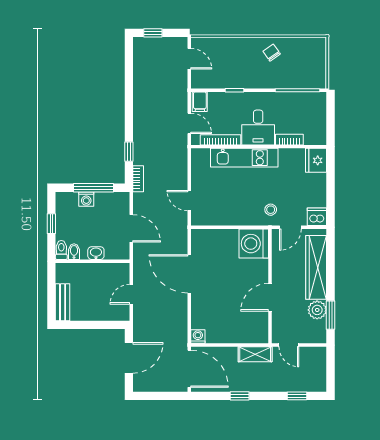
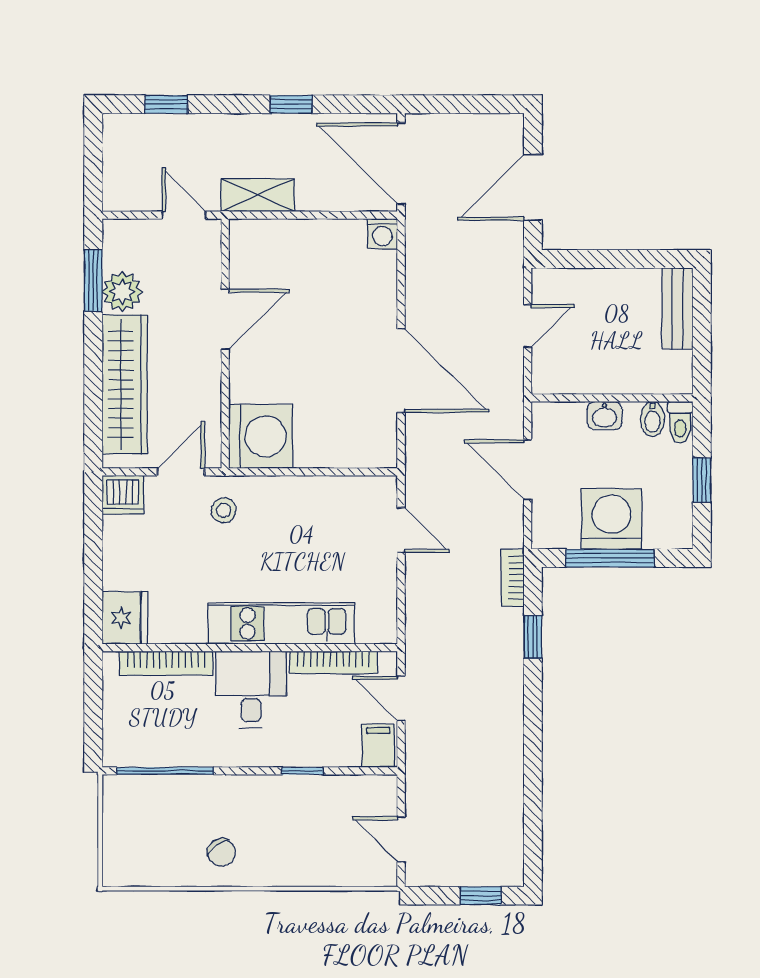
bookcase: (289, 140) -> (166, 663), width x1.56
washing machine: (86, 199) -> (611, 519), width x1.89, depth x1.89

